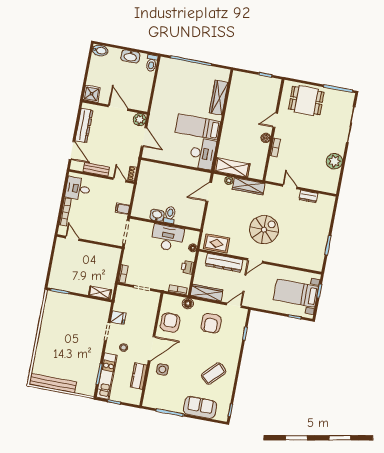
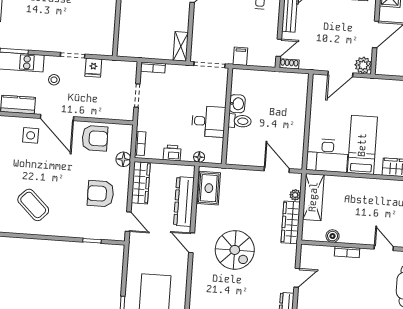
boiler: (266, 138) -> (333, 236), moved
desk: (167, 238) -> (208, 121), width x0.73
shelving: (100, 293) -> (181, 46), moved

